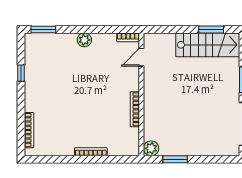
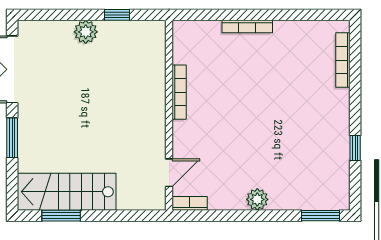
plant: (151, 148) -> (86, 32), moved
window: (175, 159) -> (117, 15), width x0.67

